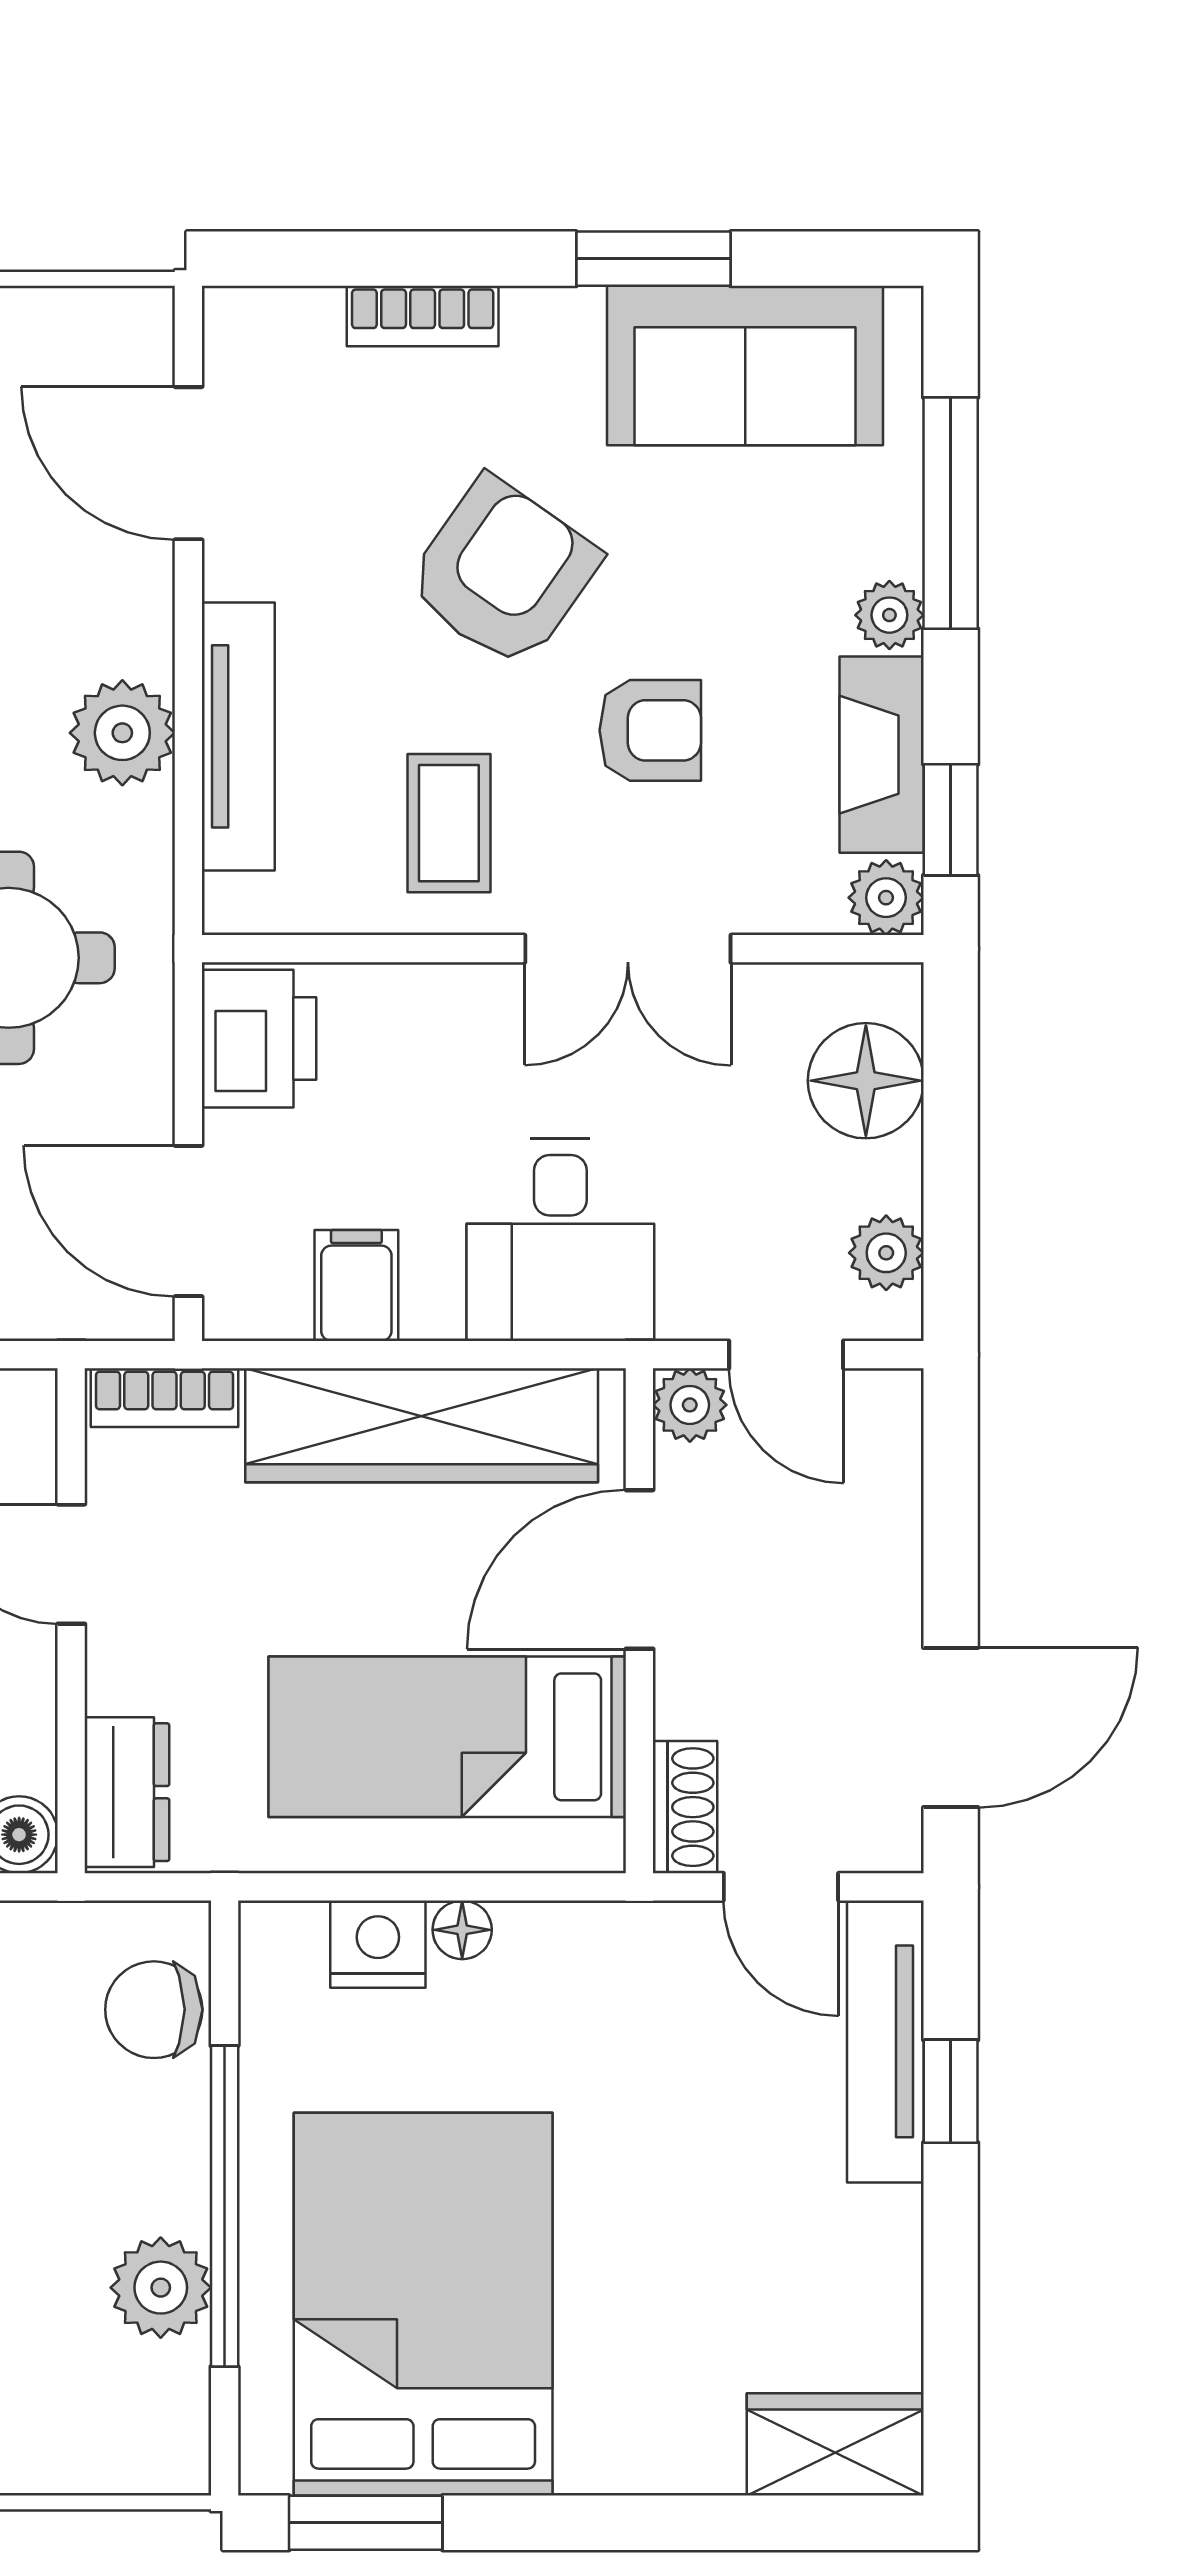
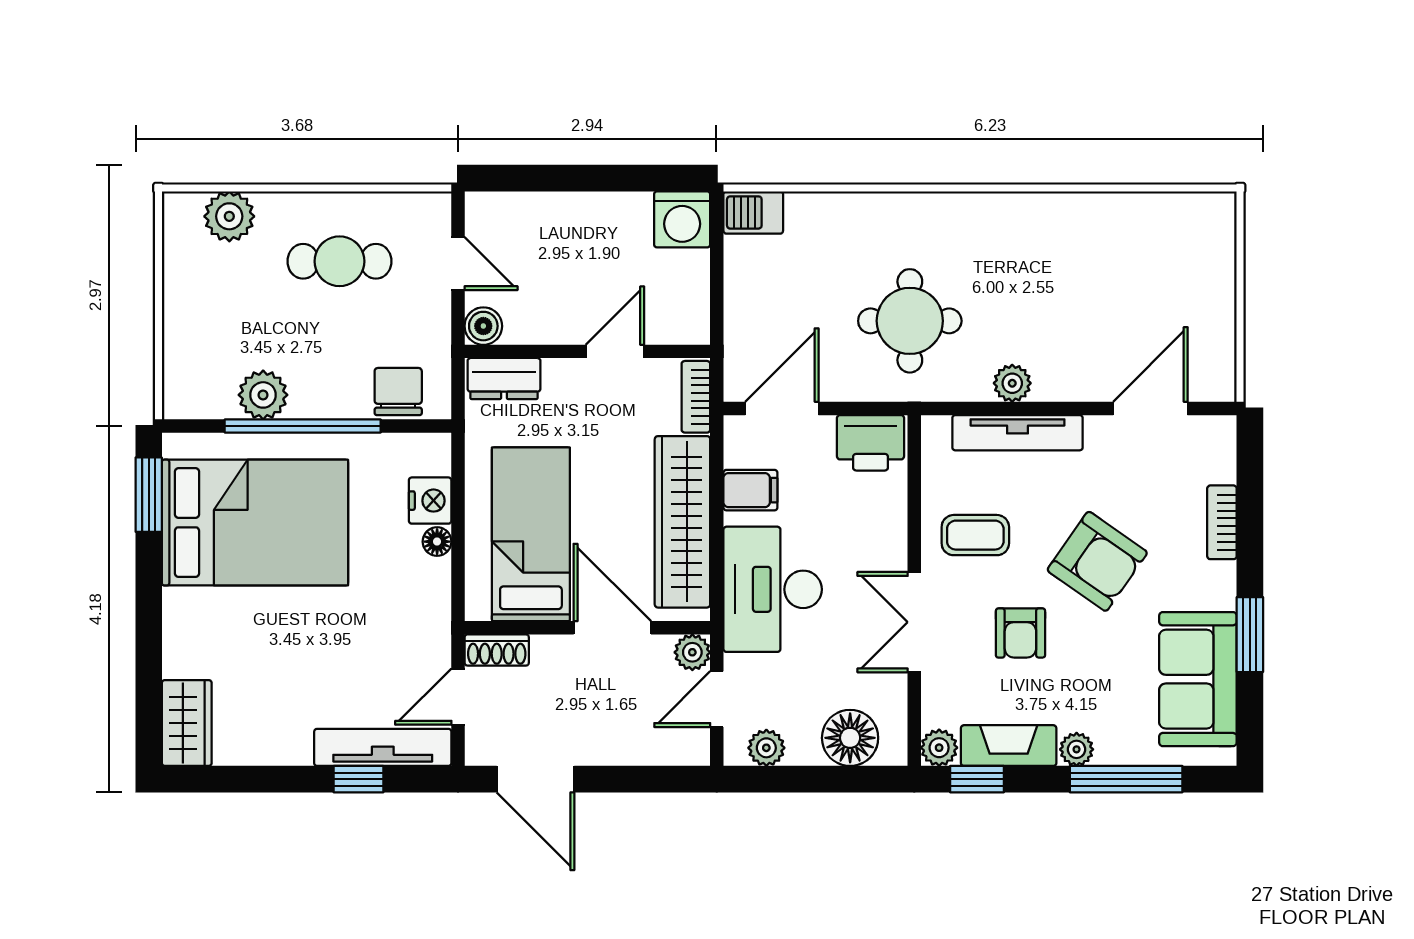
plant: (122, 733) -> (1012, 383), width x0.73, depth x0.73
desk: (560, 1240) -> (773, 589), width x1.37

